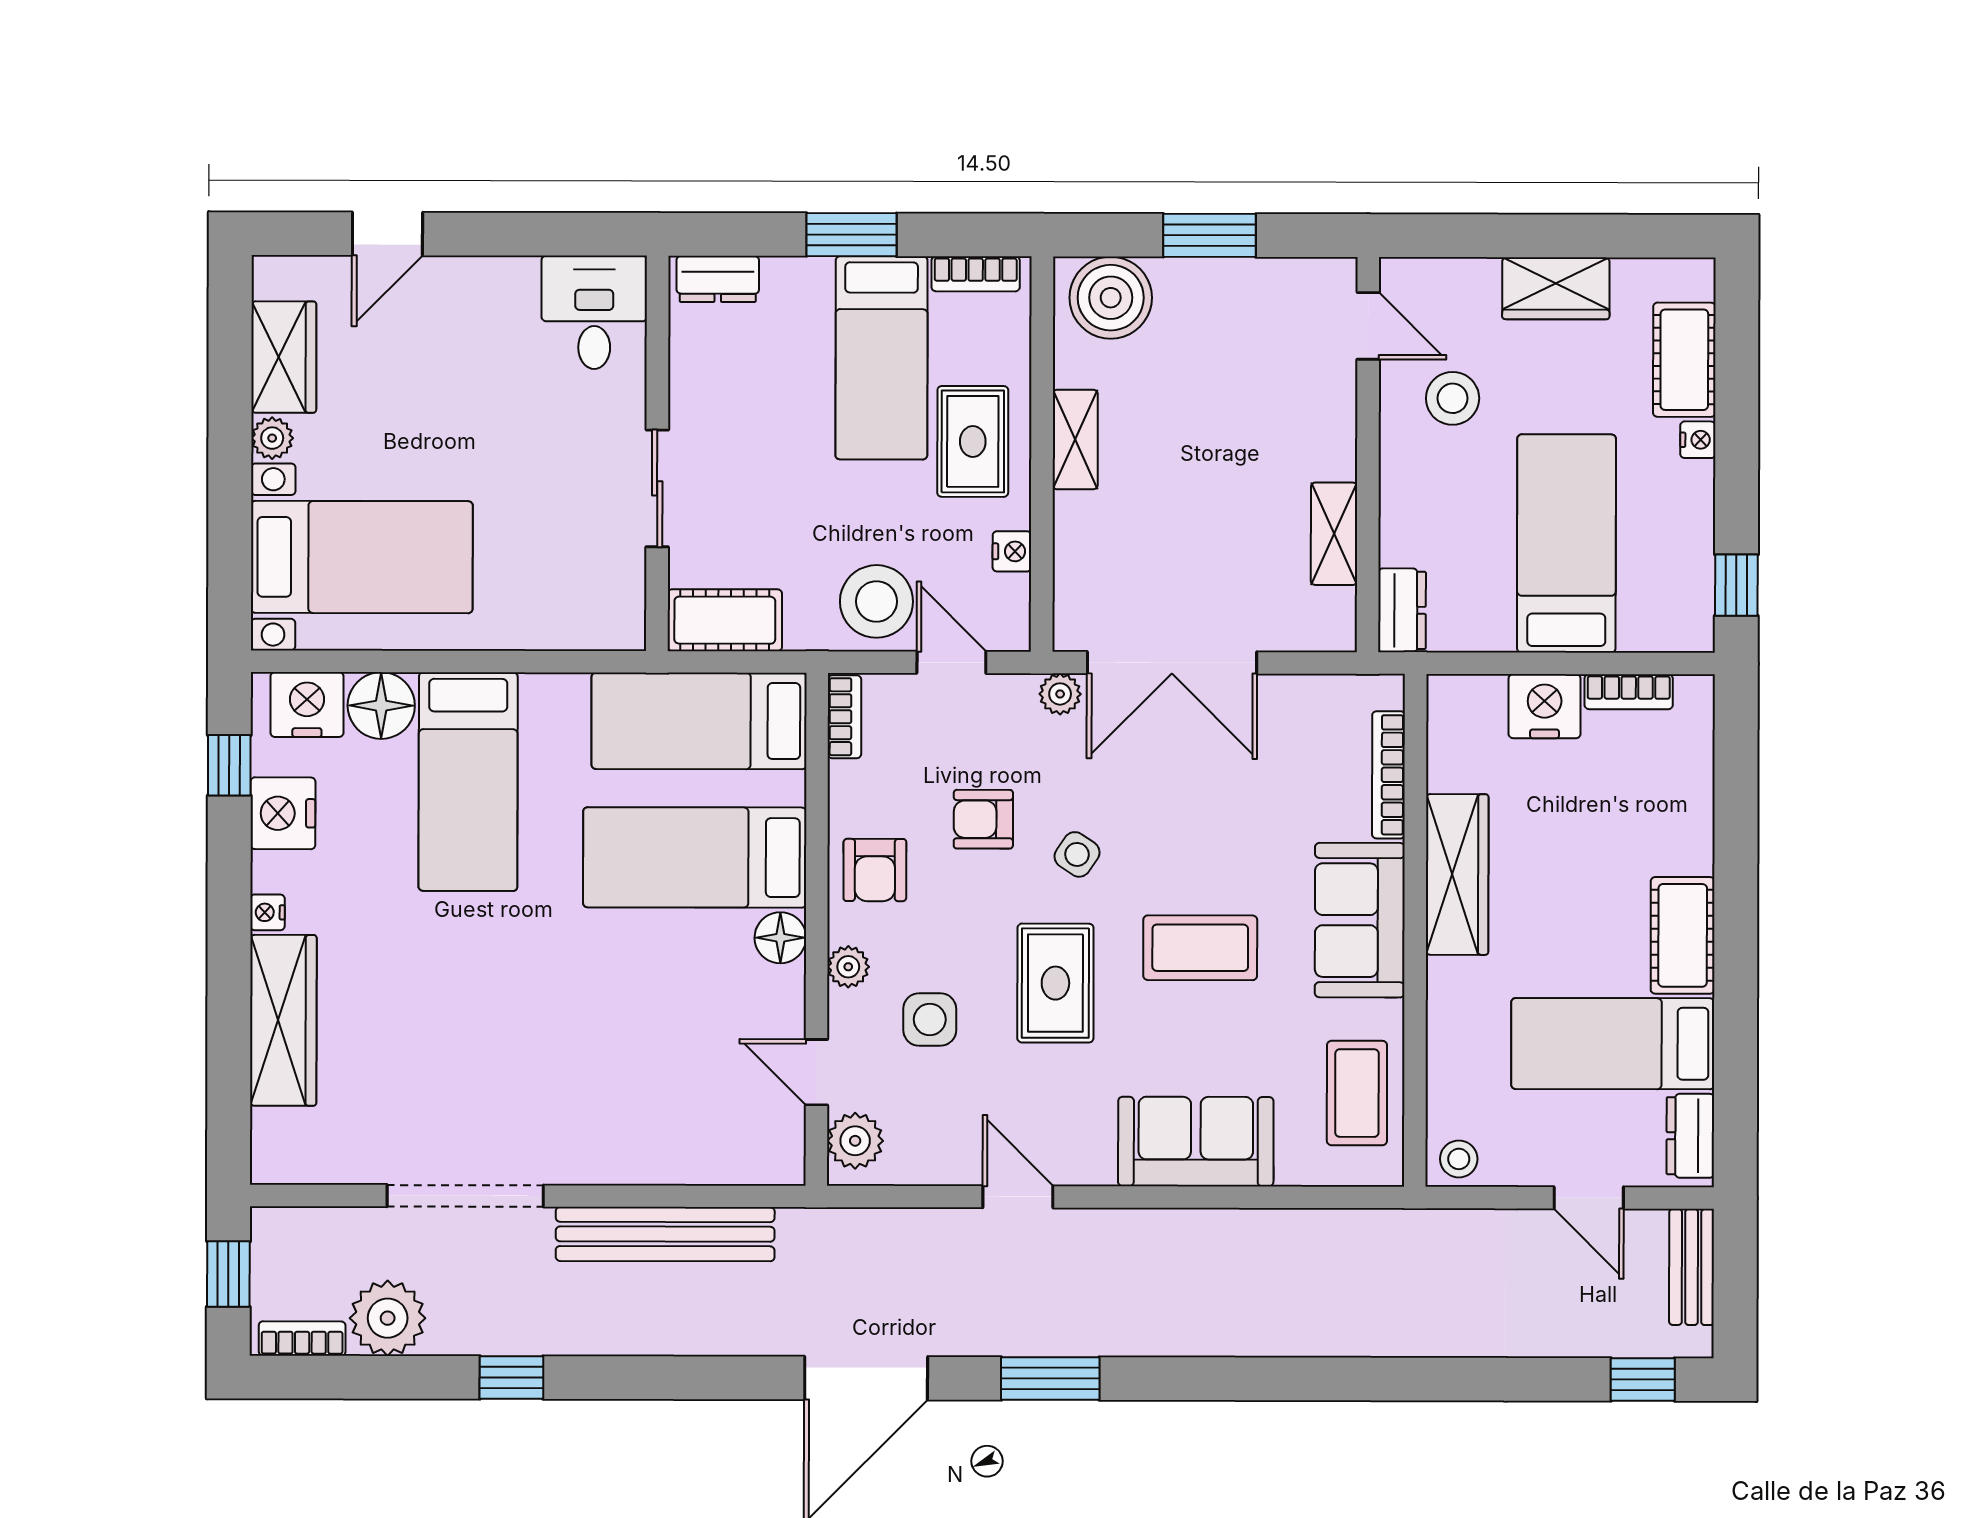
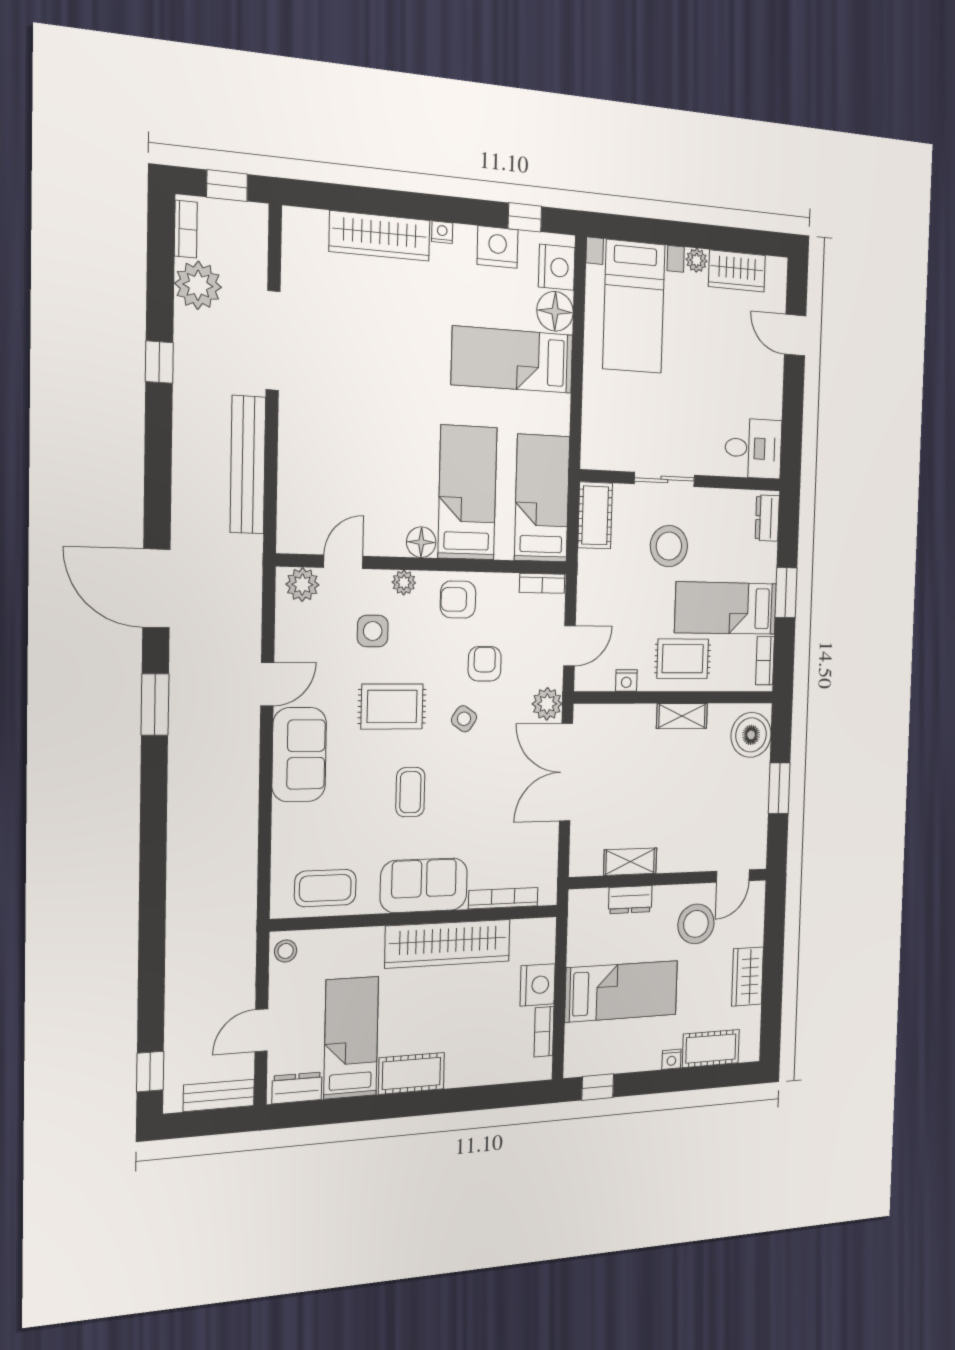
stool: (1453, 398) -> (696, 924), width x1.38, depth x1.38
stool: (876, 601) -> (669, 546), moved
dresser: (1402, 610) -> (630, 900), moved
plant: (1060, 694) -> (547, 704), width x1.38, depth x1.38
wardrobe: (1457, 874) -> (448, 944), width x1.40, depth x1.17
coffee table: (1200, 948) -> (410, 792), width x0.73, depth x0.77
sofa: (1196, 1142) -> (299, 755), moved

